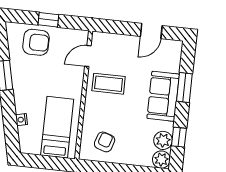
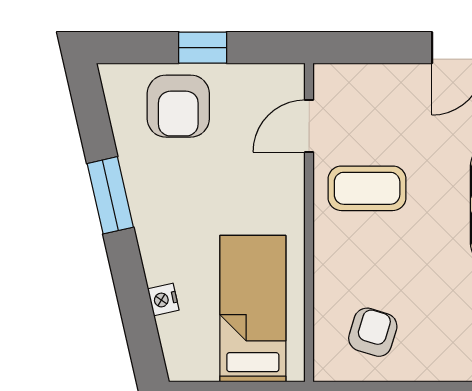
armchair: (36, 42) -> (178, 106), turned 90

